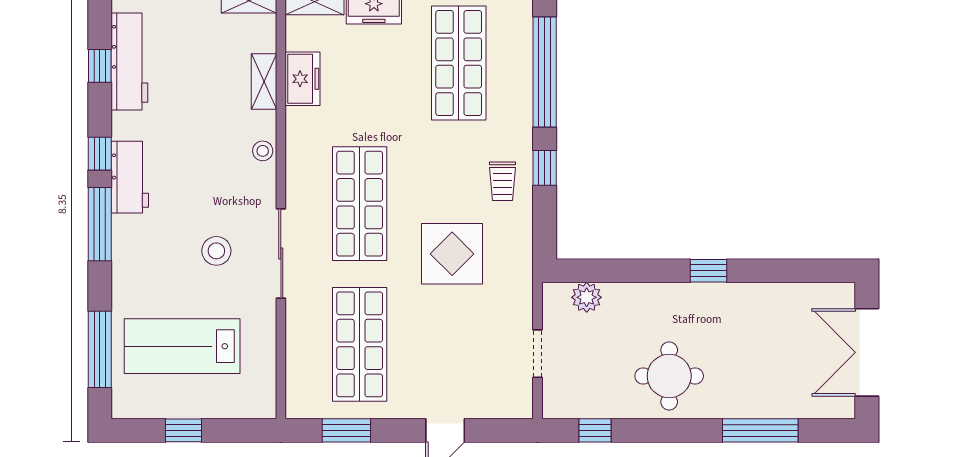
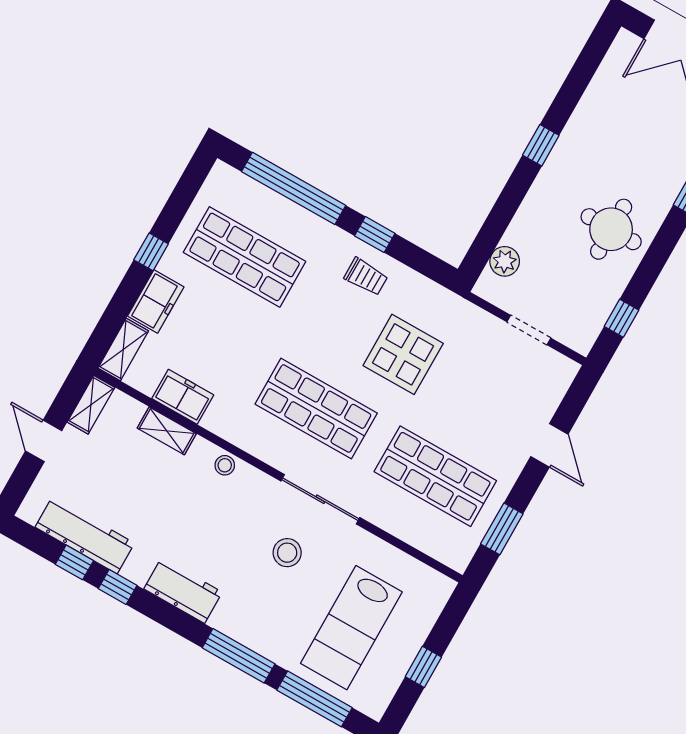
window: (100, 154) -> (118, 587), moved
window: (100, 224) -> (239, 656), moved

